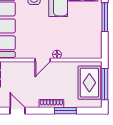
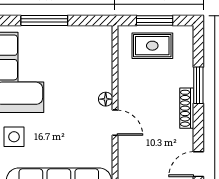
rug: (89, 83) -> (152, 46), width x0.73, depth x0.70
window: (105, 84) -> (155, 20), width x0.69

